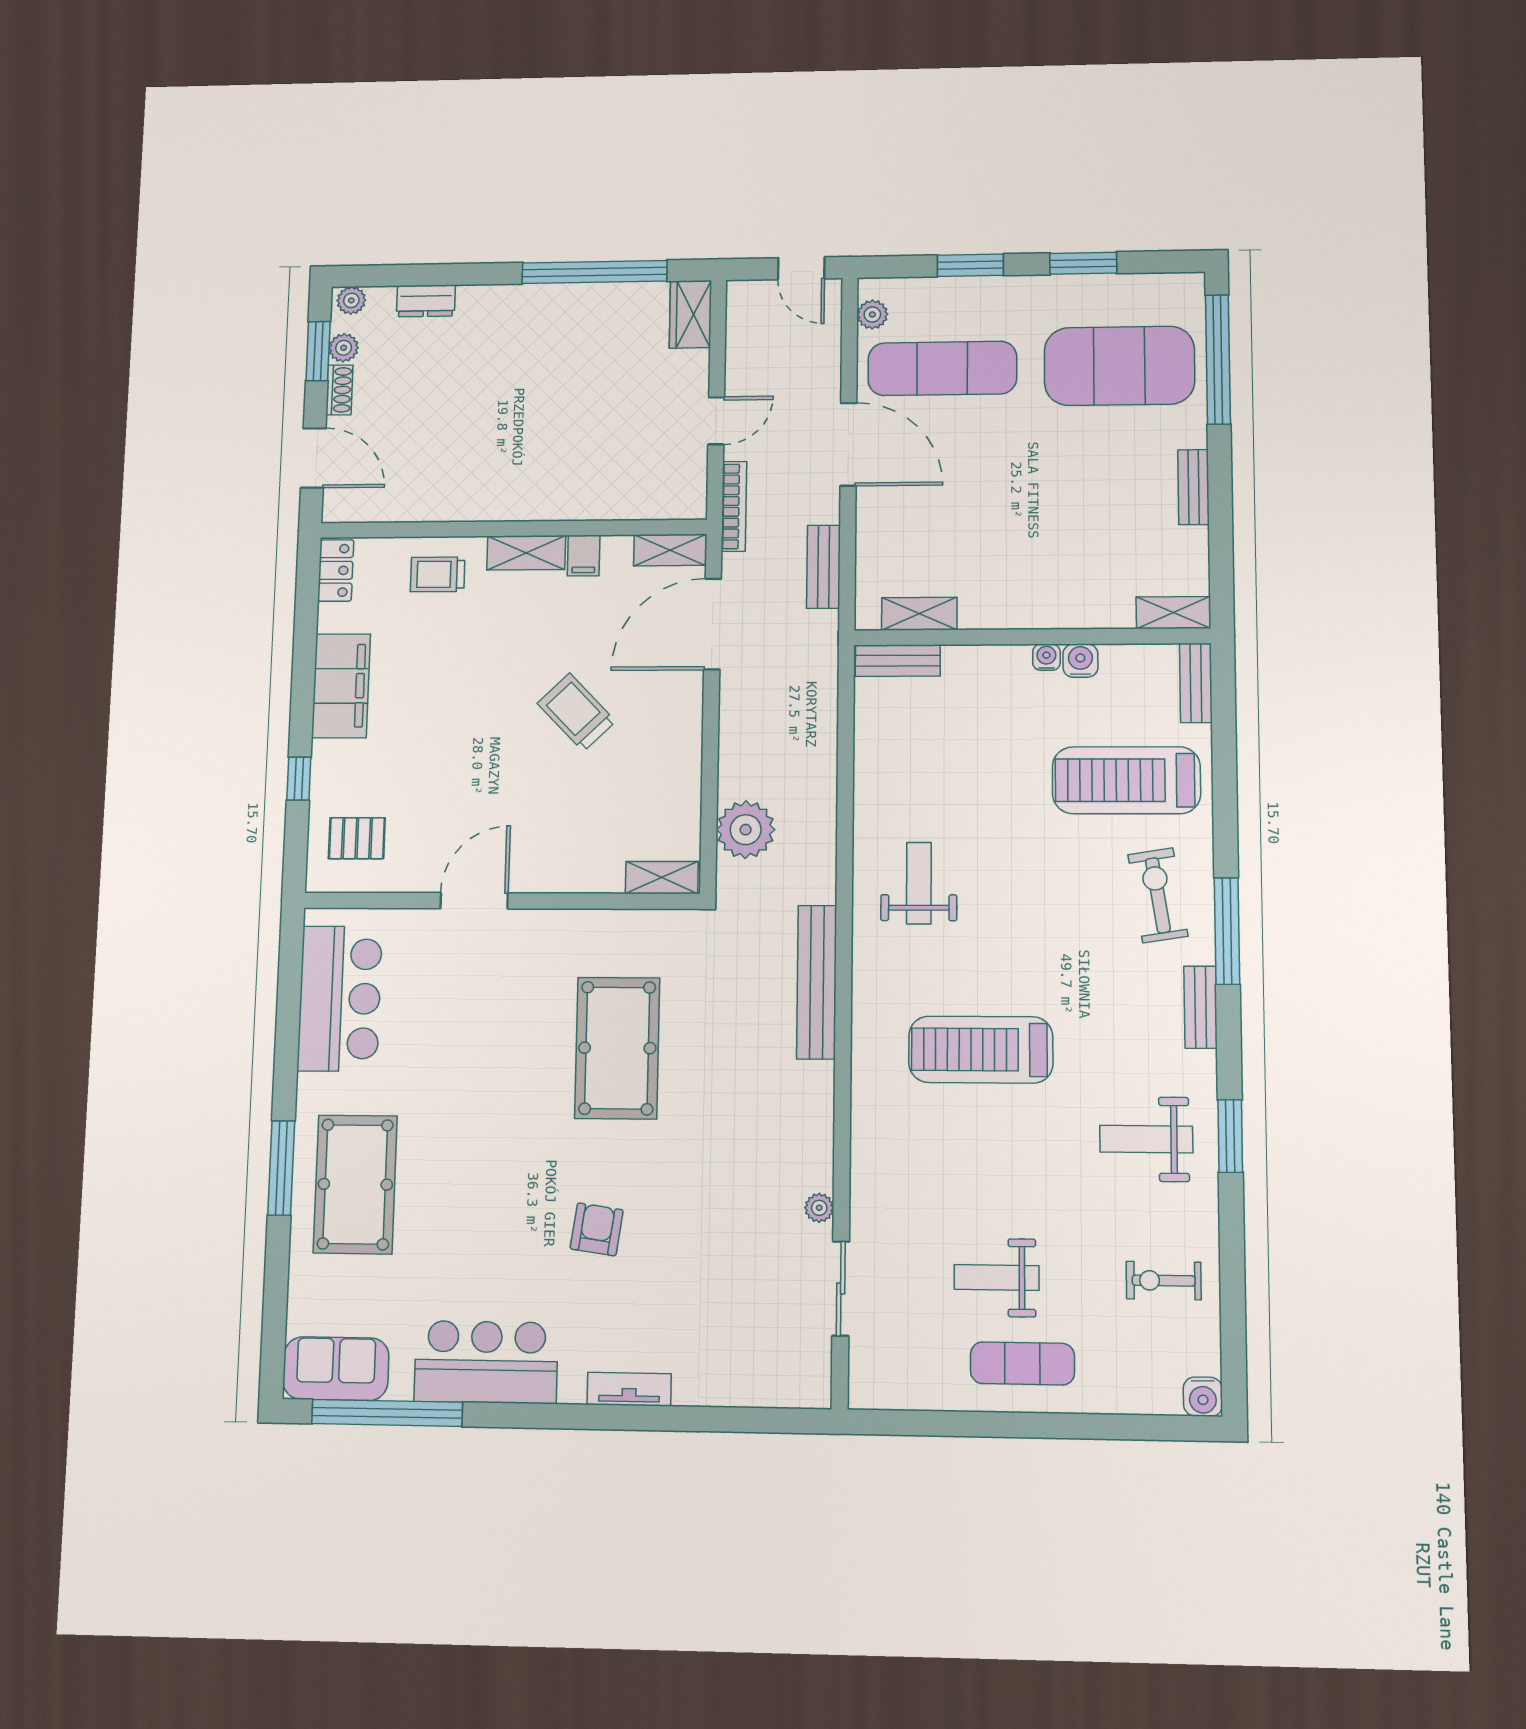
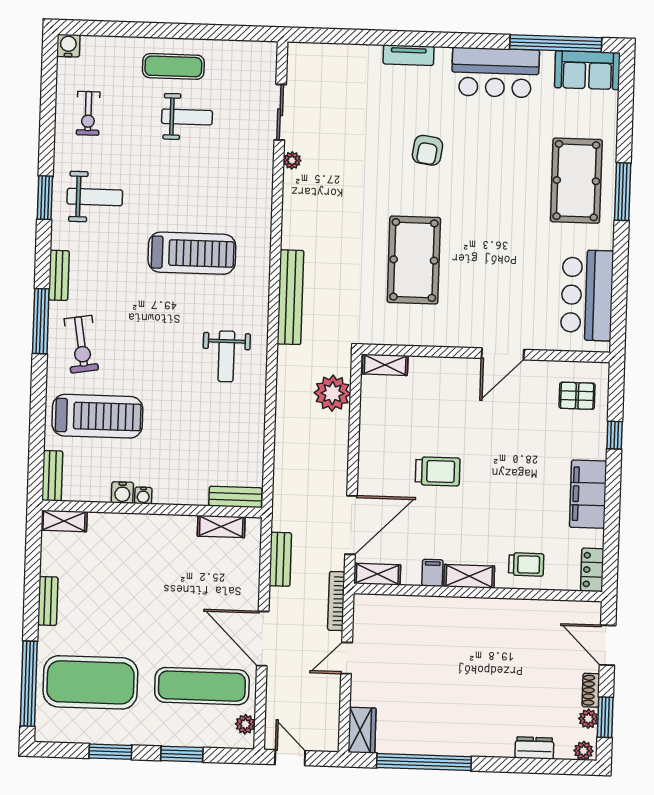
trolley: (576, 712) -> (438, 471), turned -46
exercise bike: (1164, 1281) -> (88, 113), turned 90

